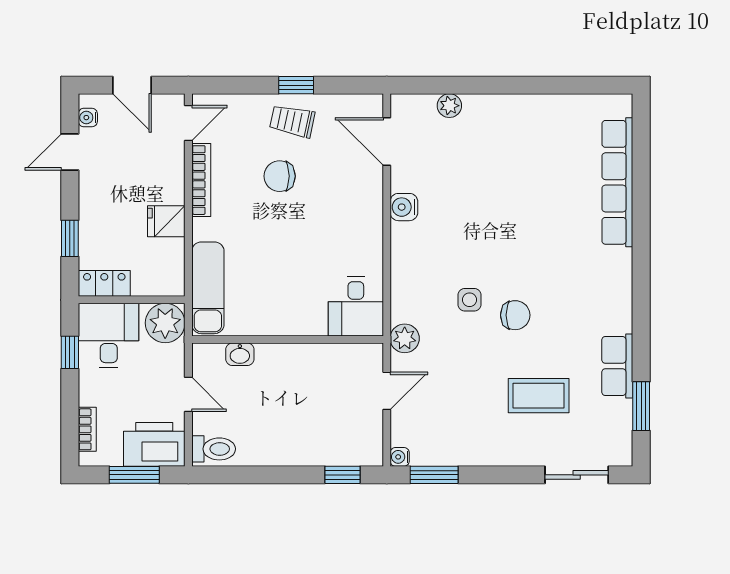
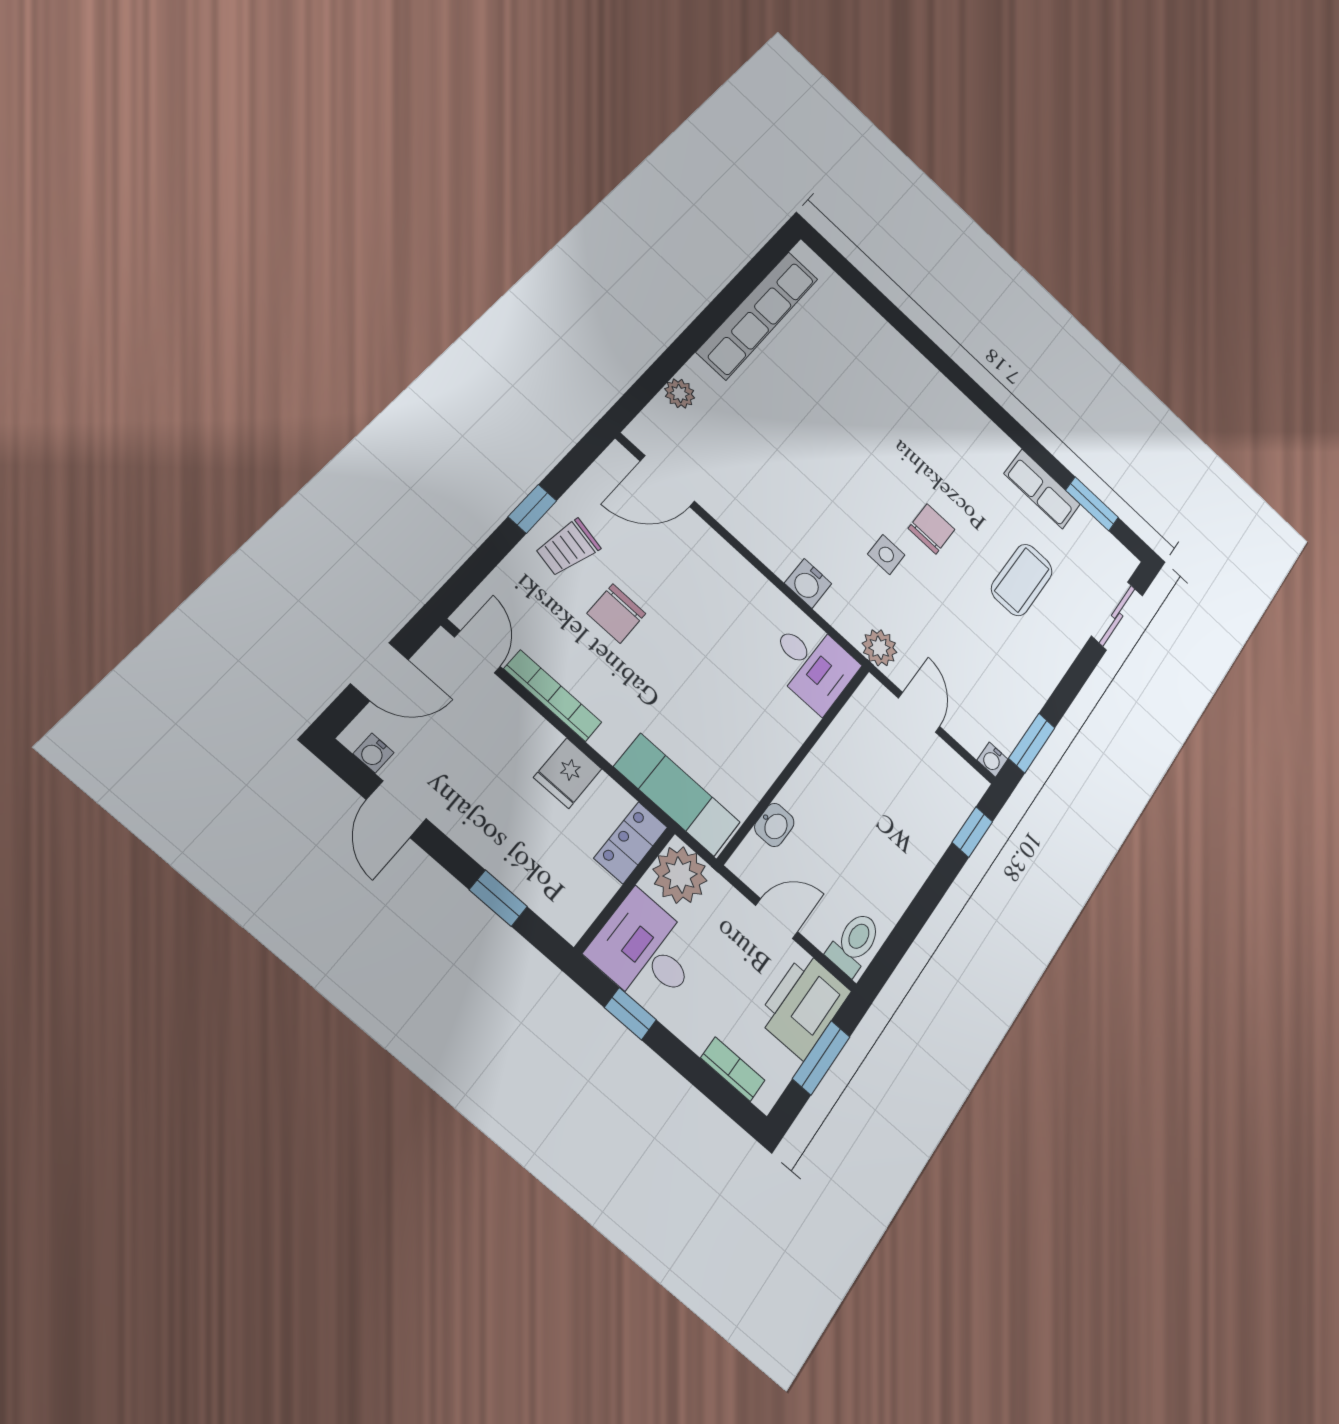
row of seats: (617, 182) -> (758, 315), moved, turned -90
water cooler: (404, 207) -> (808, 583), moved
locker: (104, 283) -> (631, 843), moved

